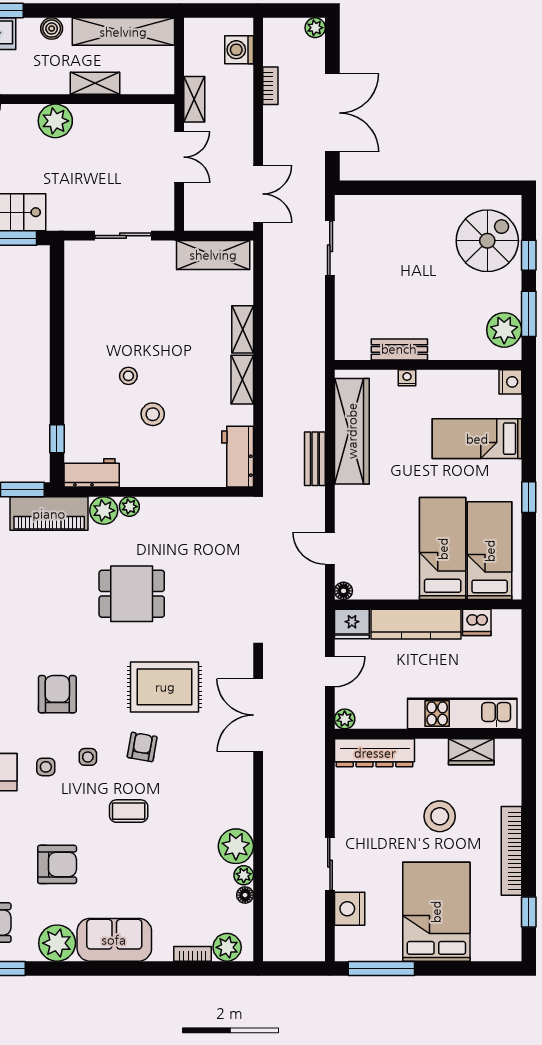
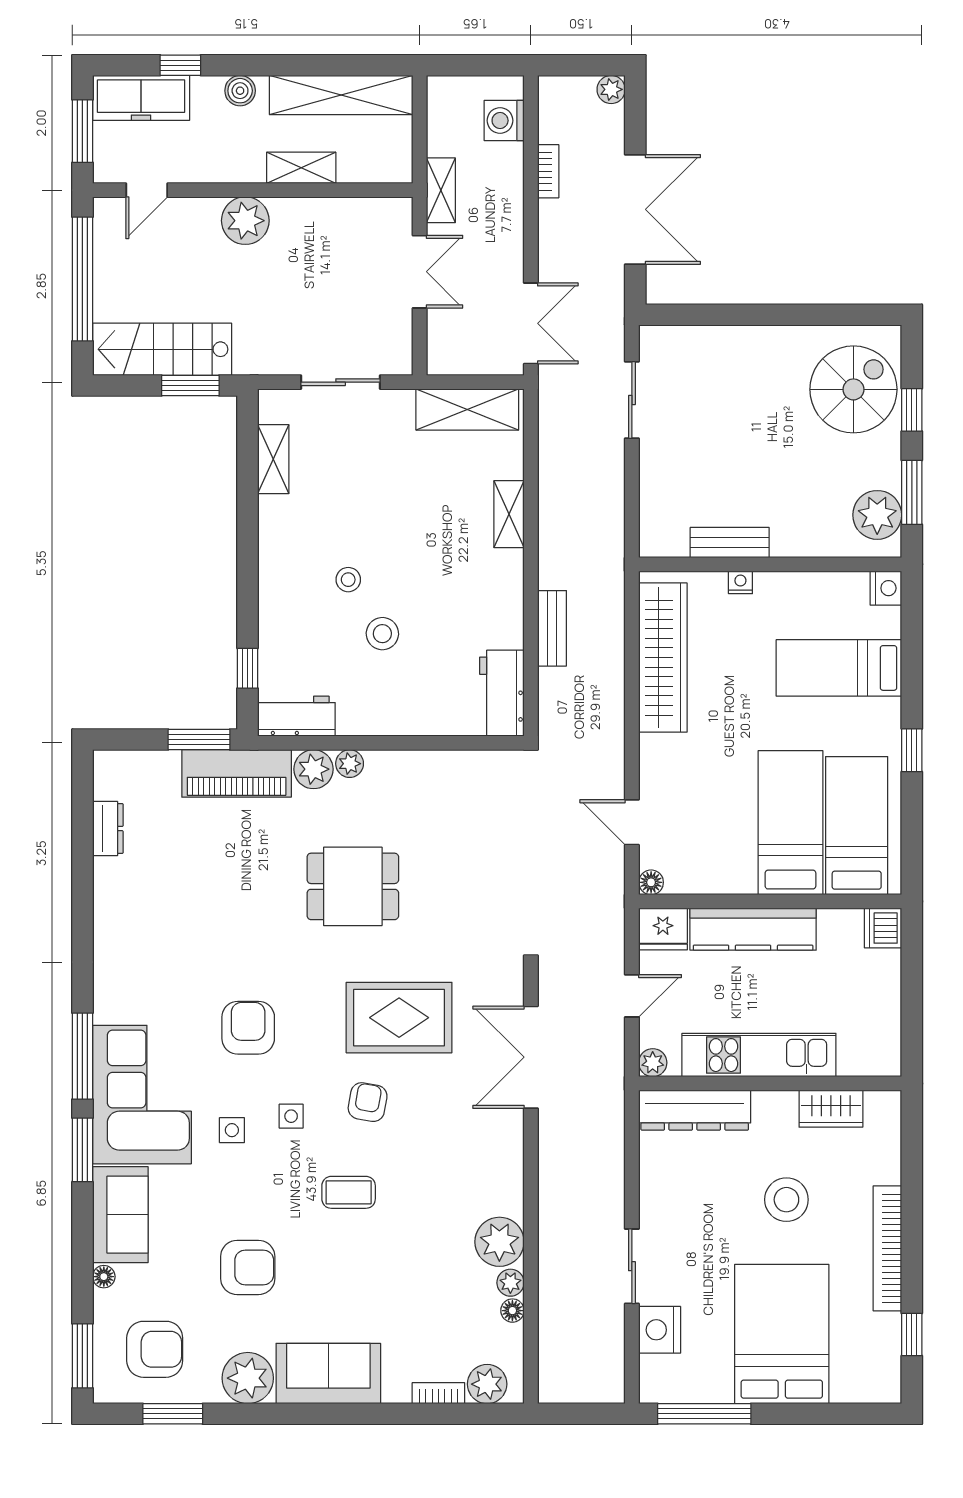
shelving: (242, 380) -> (273, 459), moved
bench: (315, 459) -> (552, 628), moved
dishwasher: (477, 622) -> (883, 928), moved, turned 90
kitchen unit: (462, 714) -> (759, 1055), moved

